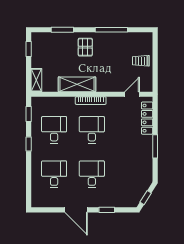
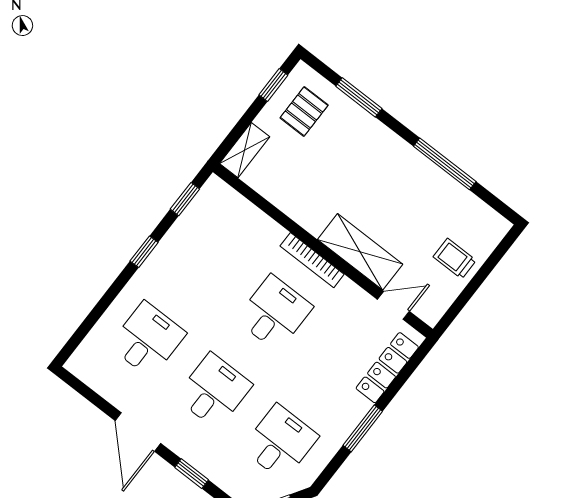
pallet: (85, 47) -> (304, 111), moved
shelving: (77, 84) -> (360, 252), moved
desk: (54, 130) -> (280, 442), moved

